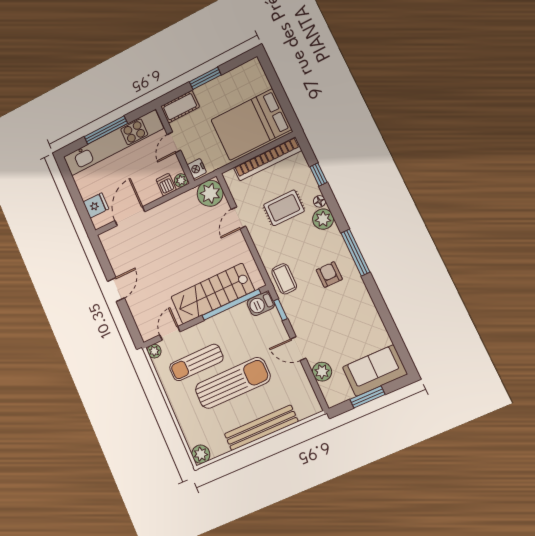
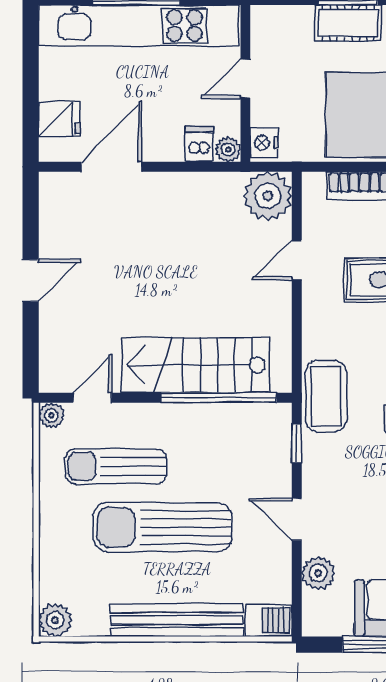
cot: (180, 107) -> (348, 23), moved
coffee table: (284, 279) -> (326, 396), width x1.36, depth x1.30
barbecue: (261, 304) -> (269, 620), moved, turned 180
sun lounger: (233, 383) -> (162, 527), turned 180

